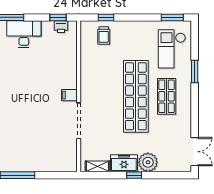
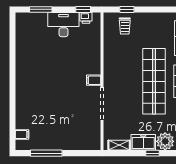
desk: (24, 34) -> (63, 25), moved

